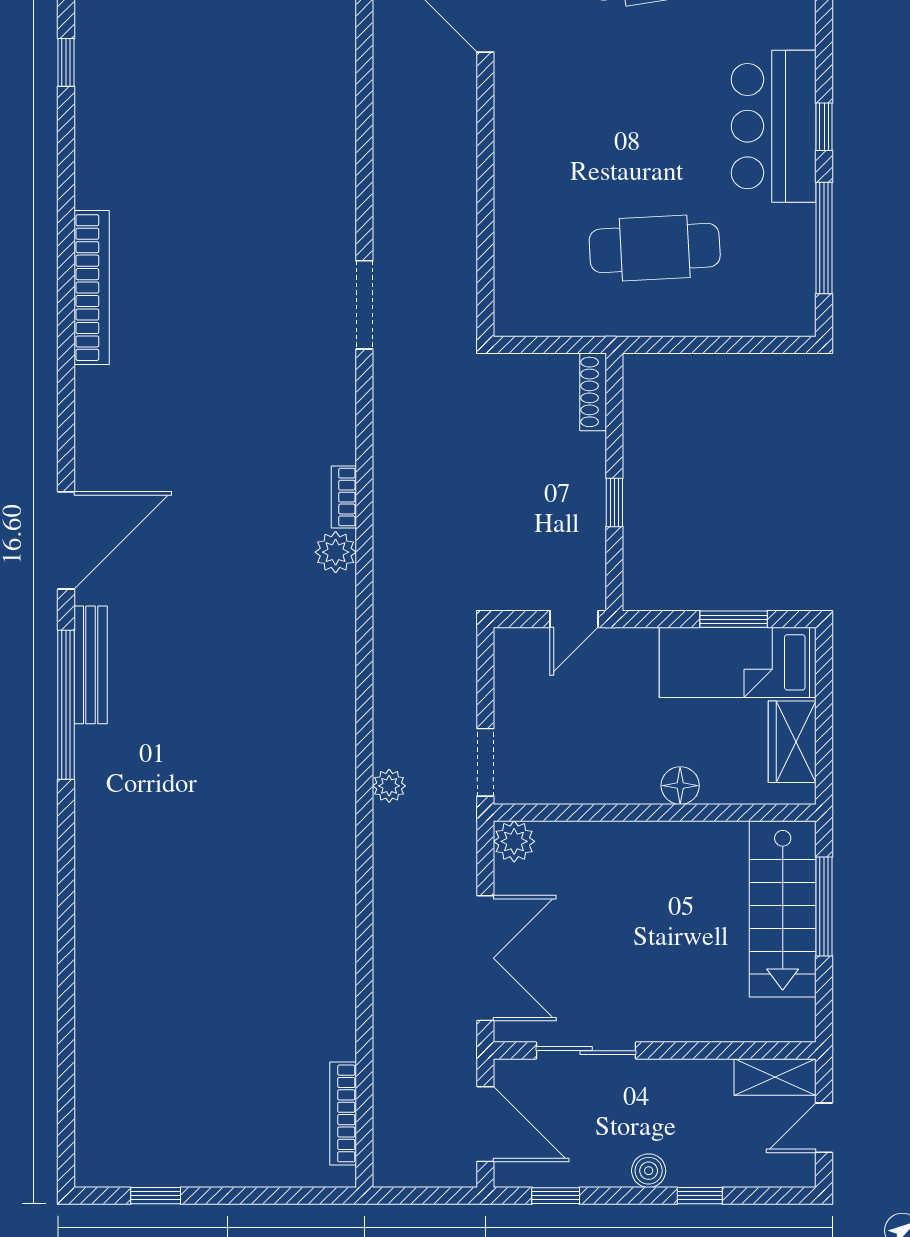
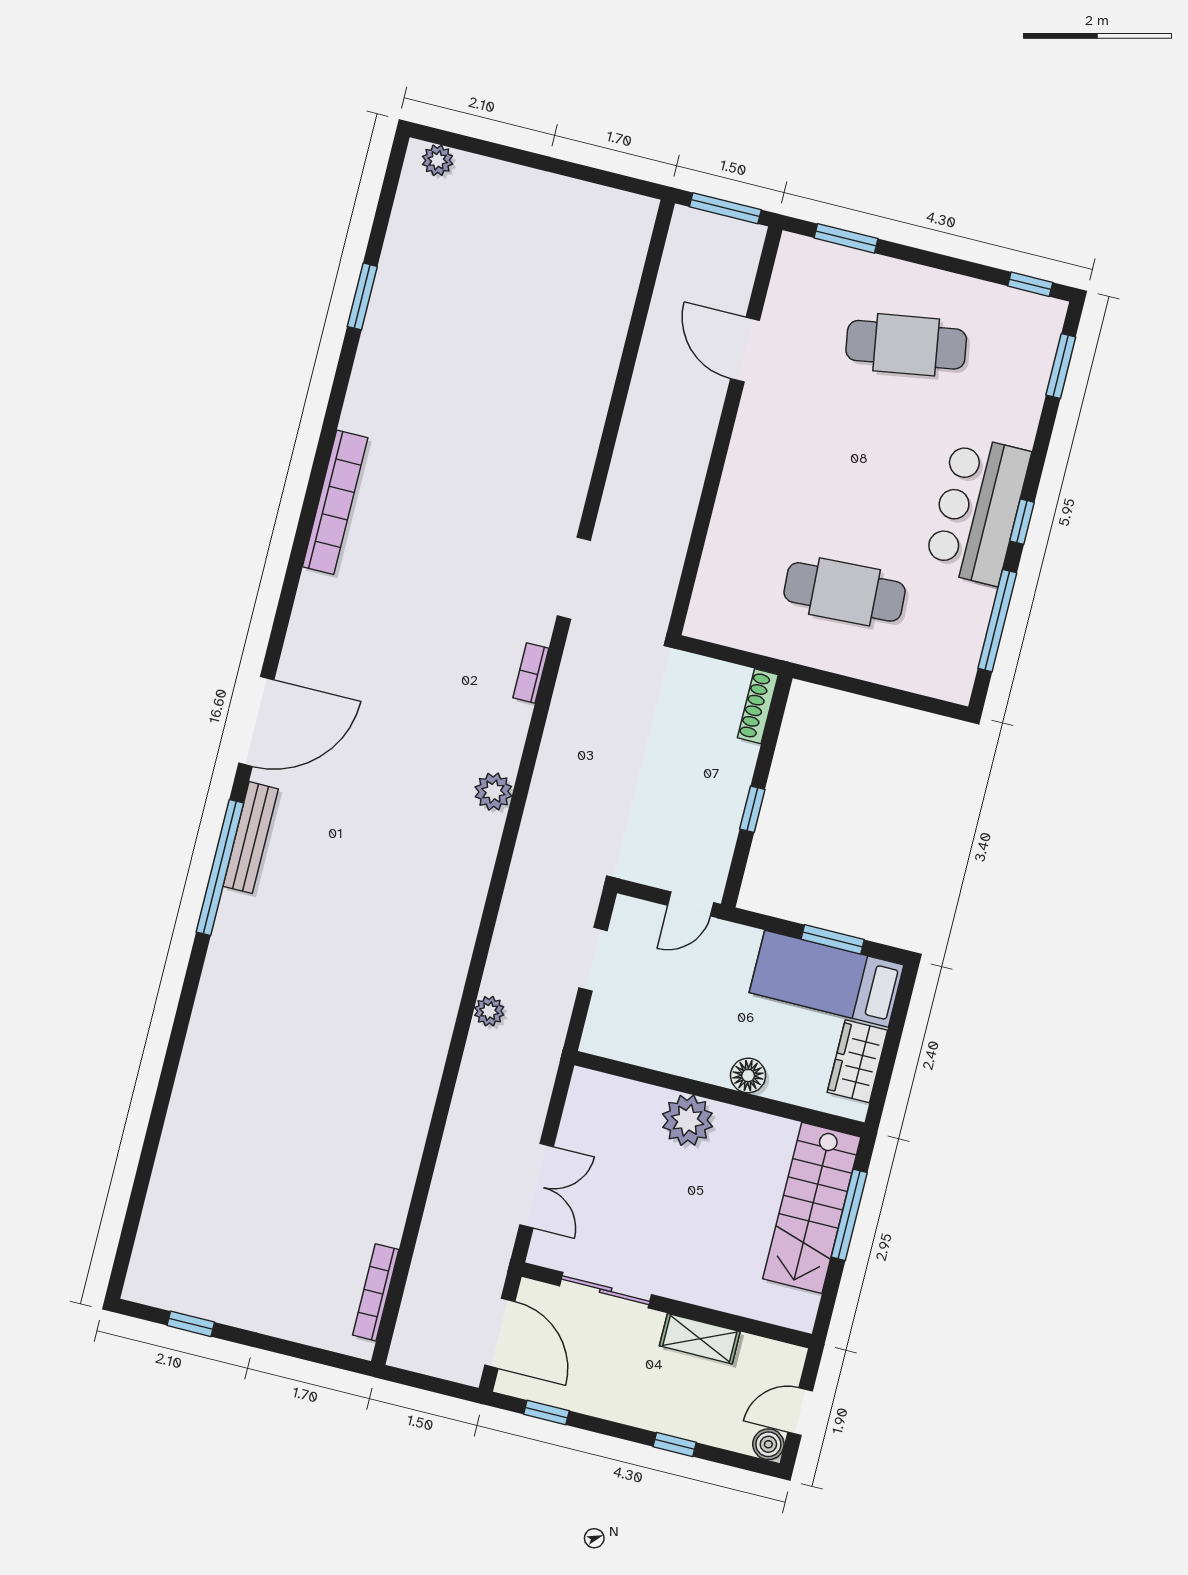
window: (66, 62) -> (362, 296), width x1.50
bookcase: (344, 497) -> (531, 673), moved
doorway: (485, 762) -> (593, 959), moved
plant: (514, 841) -> (687, 1120), moved, width x1.36, depth x1.36
double door: (485, 958) -> (537, 1186), width x0.73
shelving: (775, 1077) -> (700, 1339), moved
boiler: (649, 1171) -> (768, 1444), moved

